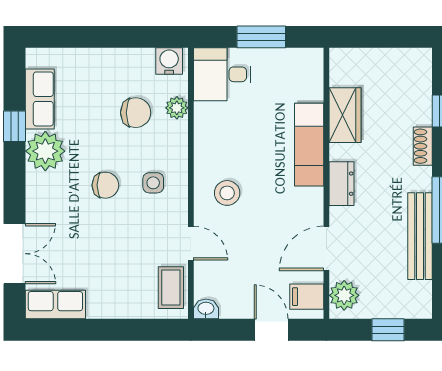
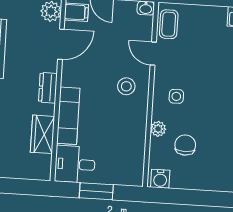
desk: (222, 74) -> (75, 164), moved, turned 180
plant: (177, 108) -> (158, 129), moved
chair: (136, 113) -> (185, 145), turned 90
chair: (105, 185) -> (209, 97), removed

